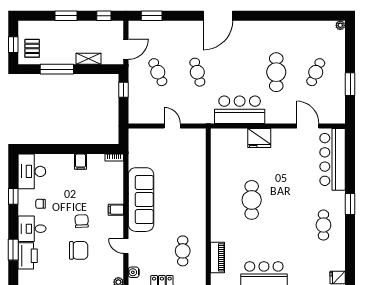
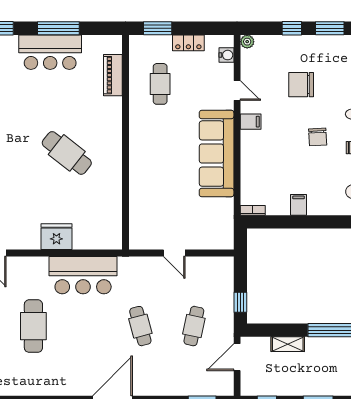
cafe table: (158, 72) -> (194, 326), turned 36
cafe table: (252, 200) -> (67, 153), turned -52
filing cabinet: (116, 210) -> (251, 122), moved
chair: (82, 221) -> (318, 137), moved

